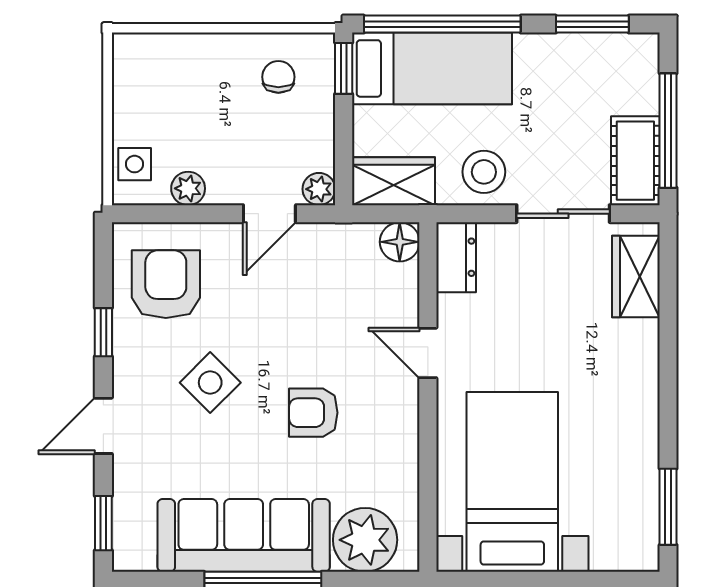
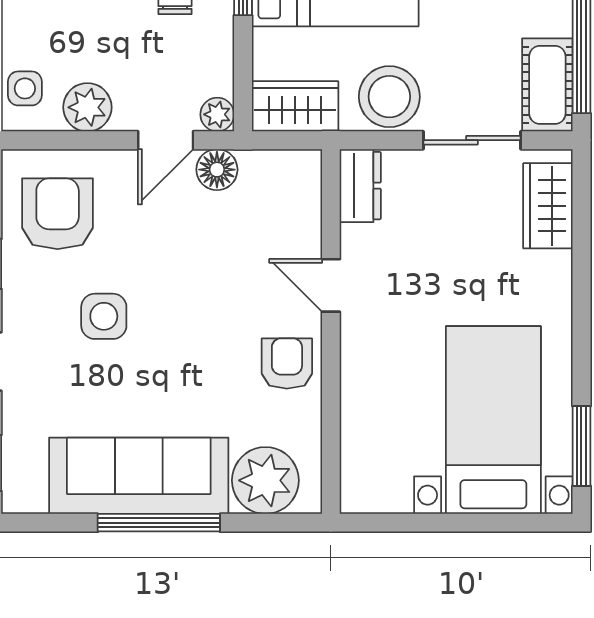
stool: (484, 172) -> (389, 97), width x1.38, depth x1.38
plant: (188, 188) -> (87, 107), width x1.38, depth x1.38
floor lamp: (400, 242) -> (217, 170), moved
side table: (210, 383) -> (104, 316), turned 45
armchair: (313, 413) -> (287, 364), moved, turned 90
bed with nightstands: (512, 482) -> (493, 420), moved

